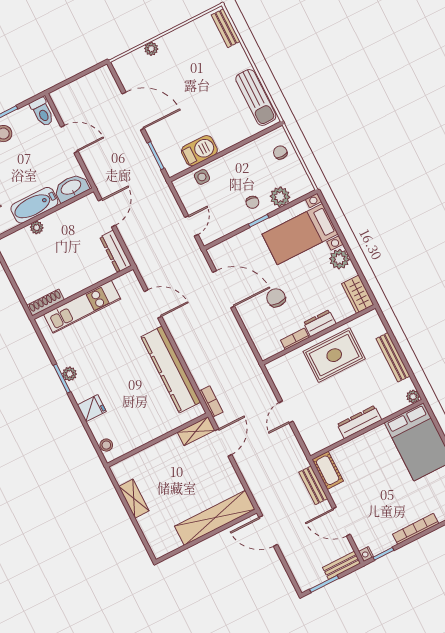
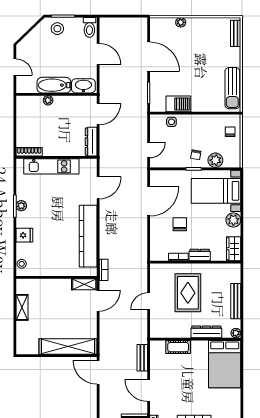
door: (224, 289) -> (149, 201), hinge flipped
door: (153, 304) -> (98, 188), hinge flipped
rug: (334, 355) -> (188, 293), moved, turned 90
dresser: (359, 422) -> (206, 332), moved
cot: (328, 470) -> (178, 347), moved, turned 90

